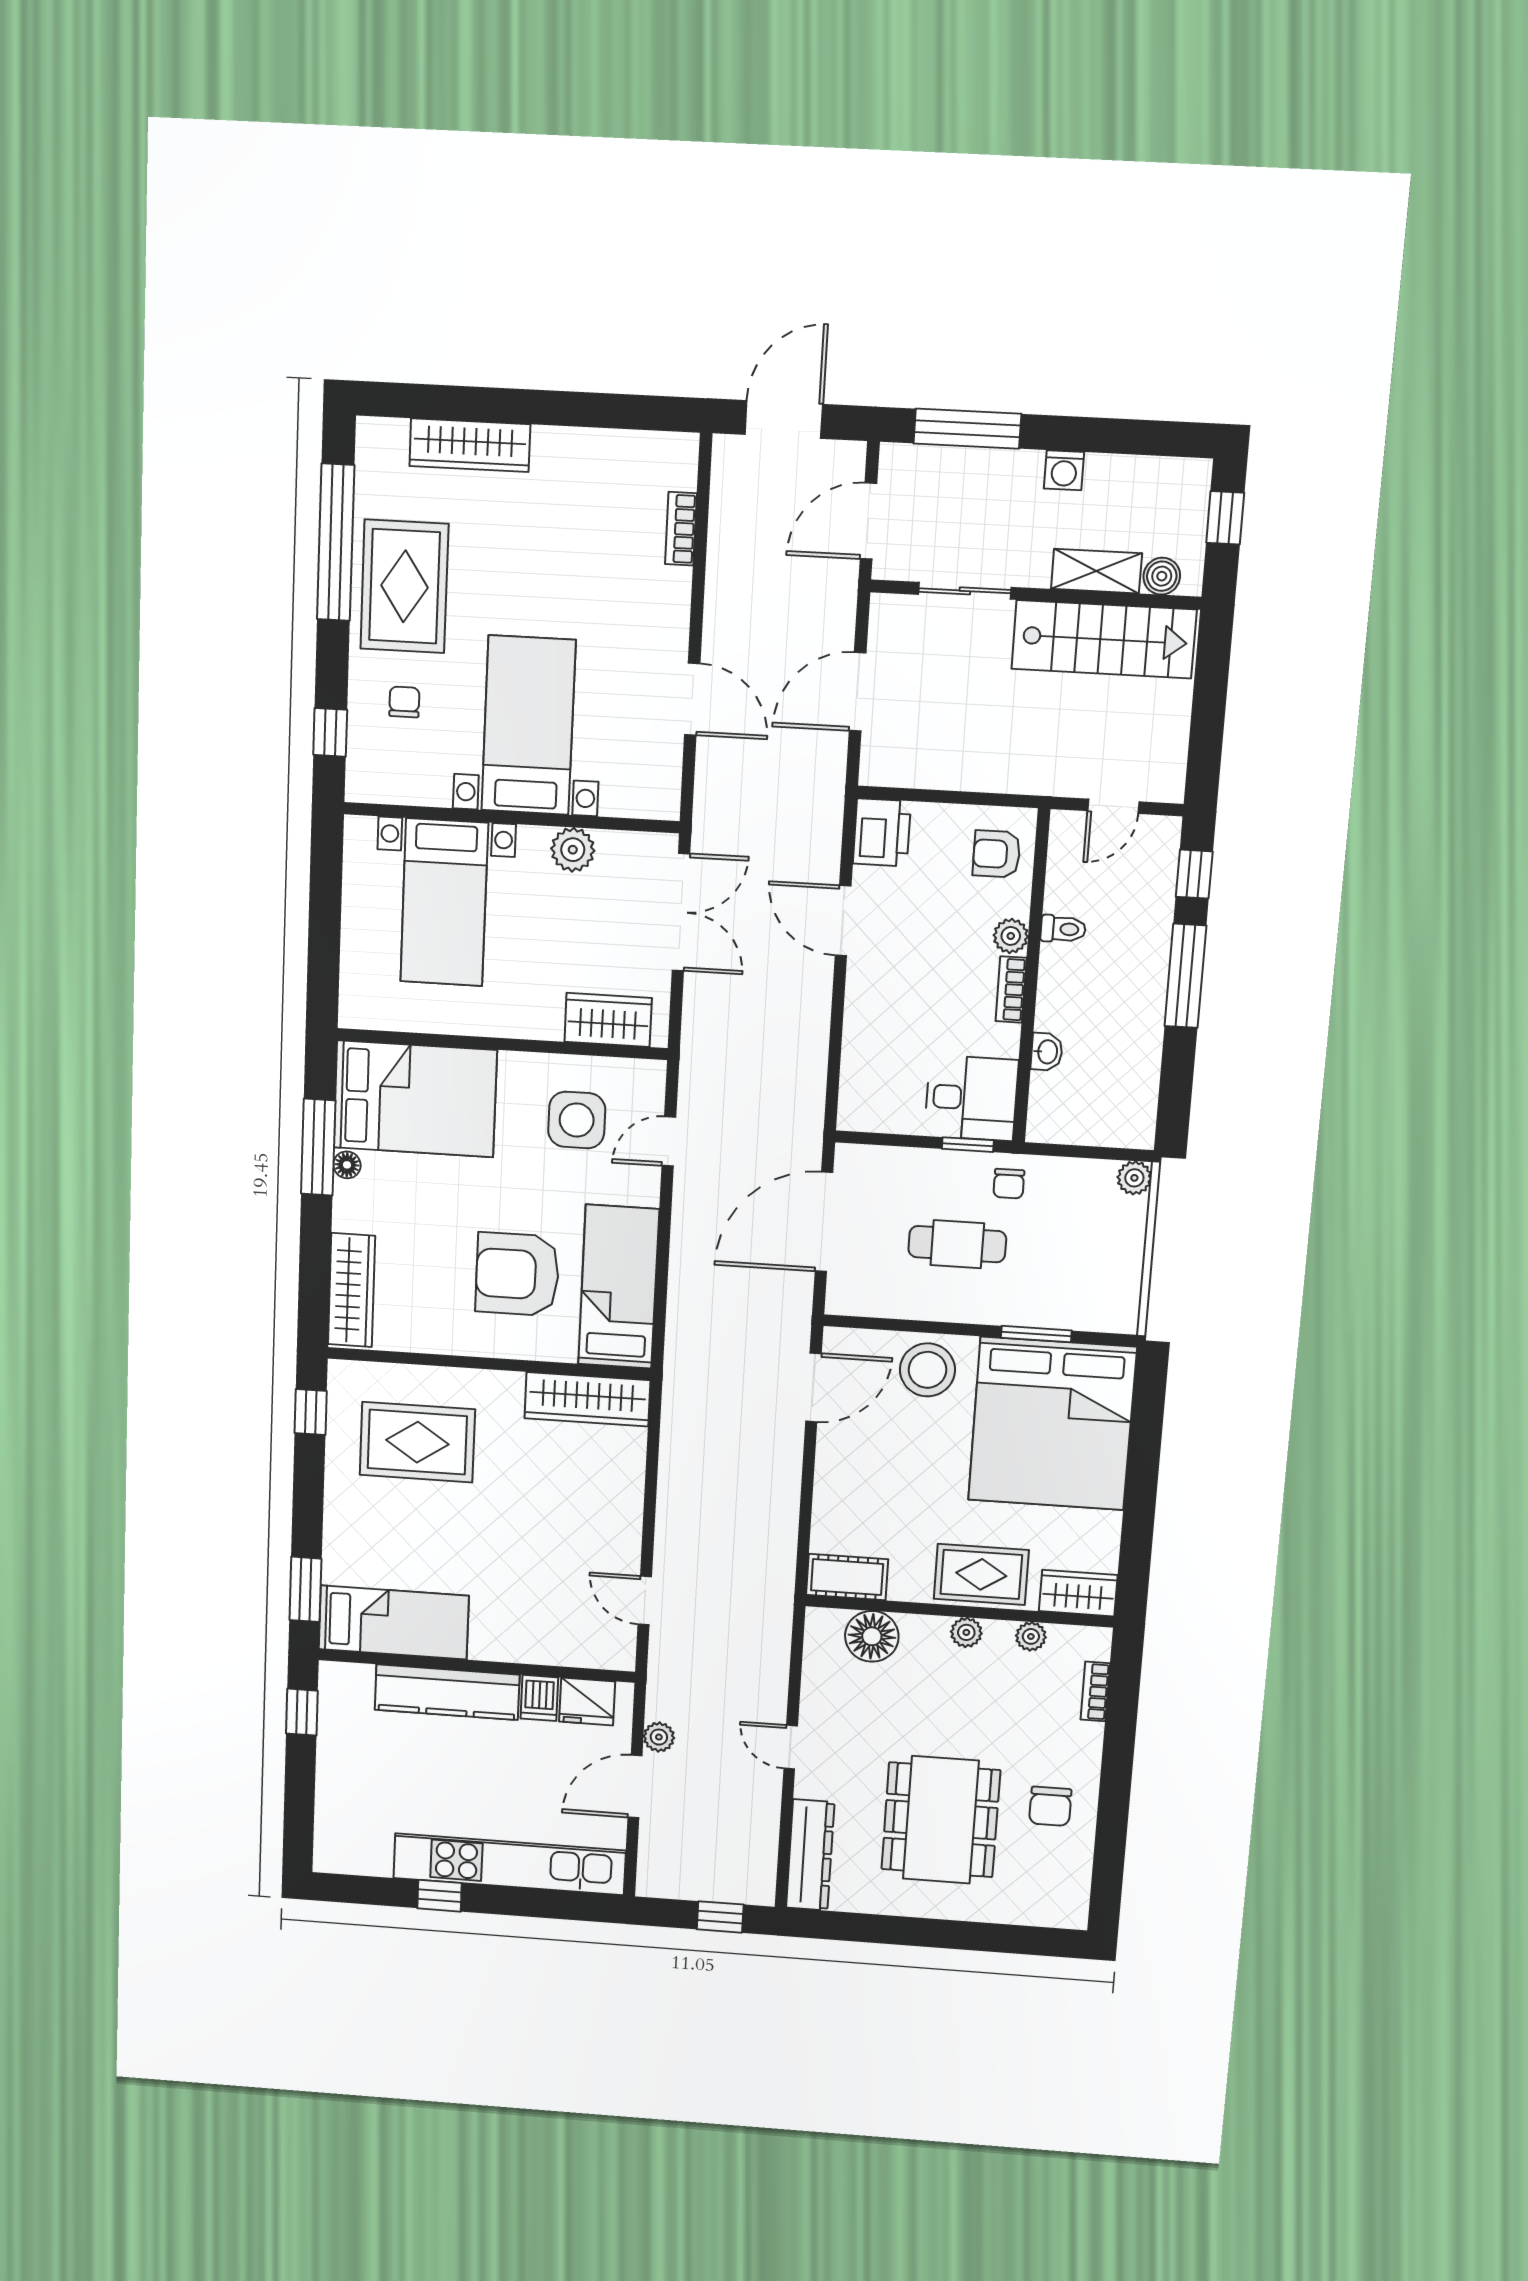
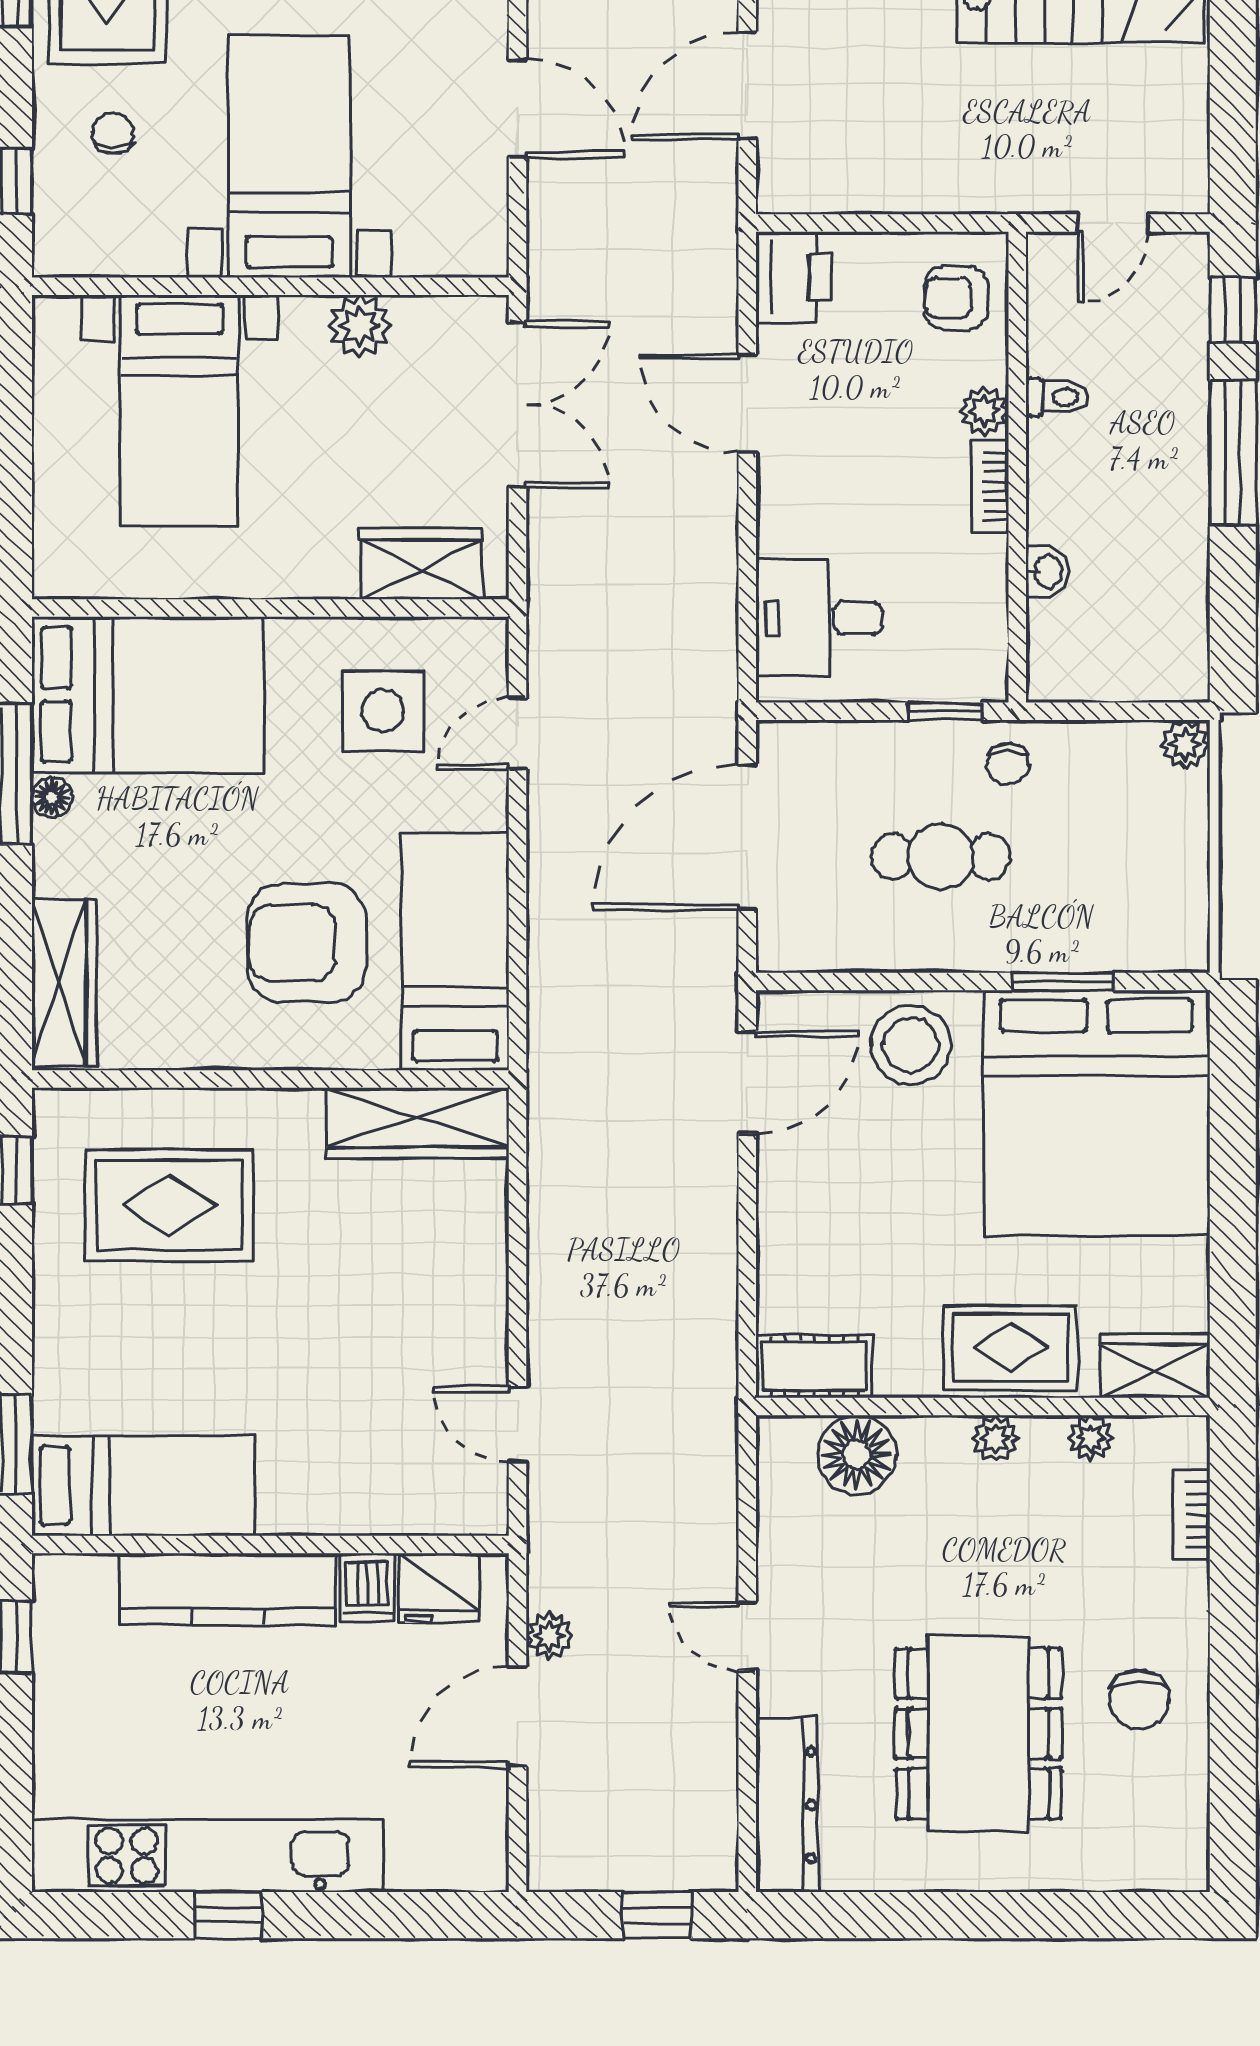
desk: (971, 1098) -> (819, 618), moved, turned 180
kitchen unit: (509, 1864) -> (208, 1856), moved

